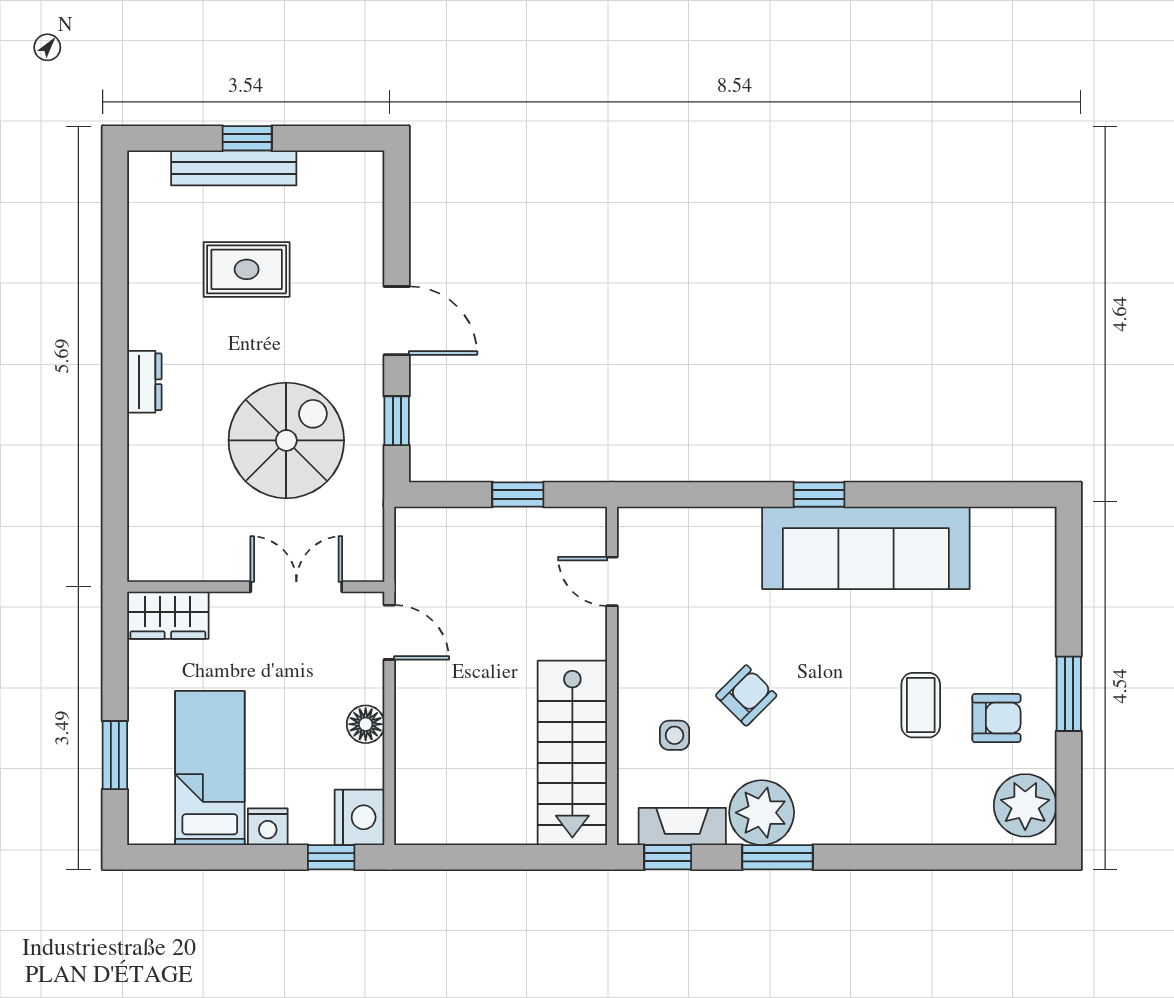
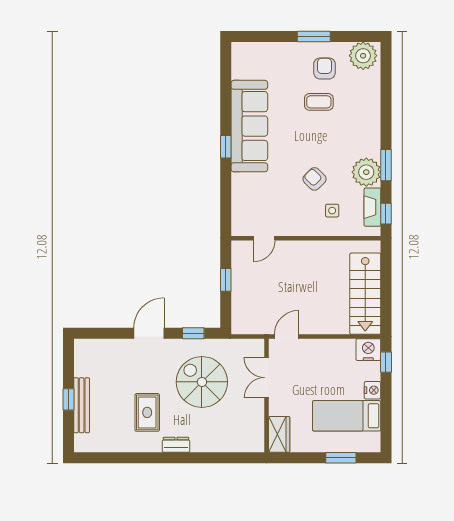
rug: (247, 269) -> (147, 412), moved
floor lamp: (366, 724) -> (327, 347), removed
stairs: (572, 753) -> (365, 294), moved, turned 90

